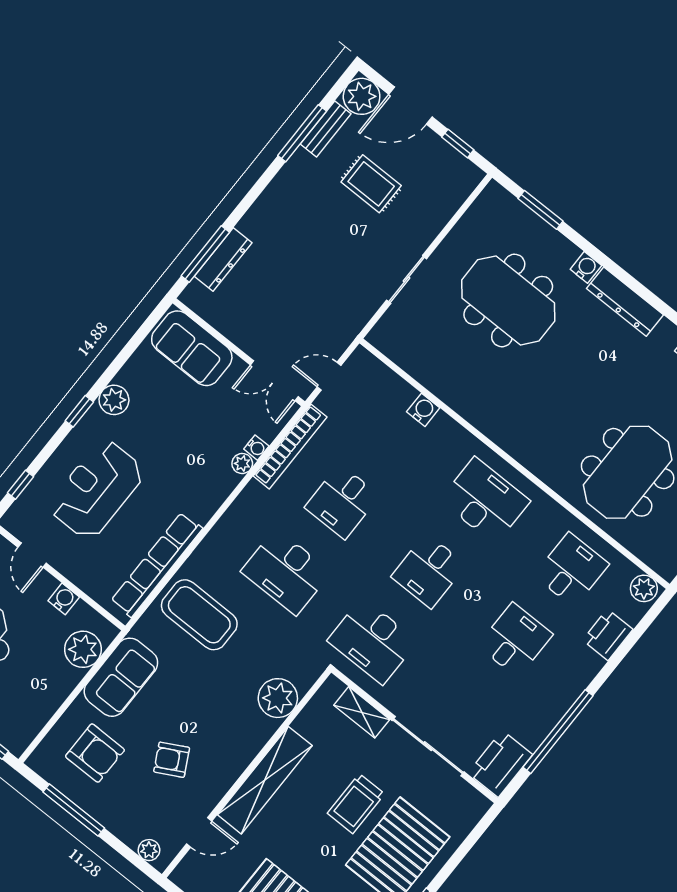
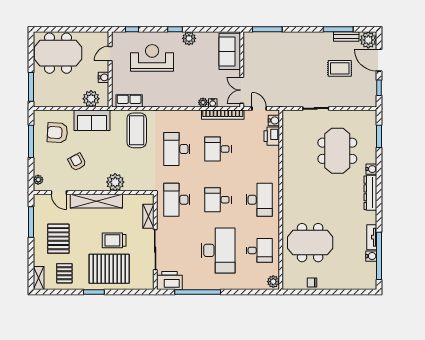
rug: (371, 184) -> (340, 68), turned 90
dresser: (223, 260) -> (270, 37), removed
water cooler: (423, 410) -> (274, 120), moved
row of seats: (157, 565) -> (129, 101), width x0.50
printer: (608, 635) -> (272, 136), moved, turned -90
desk: (515, 640) -> (218, 250), width x1.87, depth x1.30
plant: (278, 698) -> (115, 182), moved
armchair: (95, 753) -> (57, 133), turned 93

